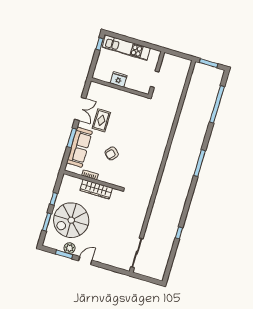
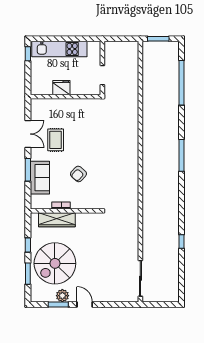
sofa: (79, 147) -> (40, 178), width x0.73
wardrobe: (96, 189) -> (57, 220), moved
door: (85, 261) -> (85, 304), hinge flipped

